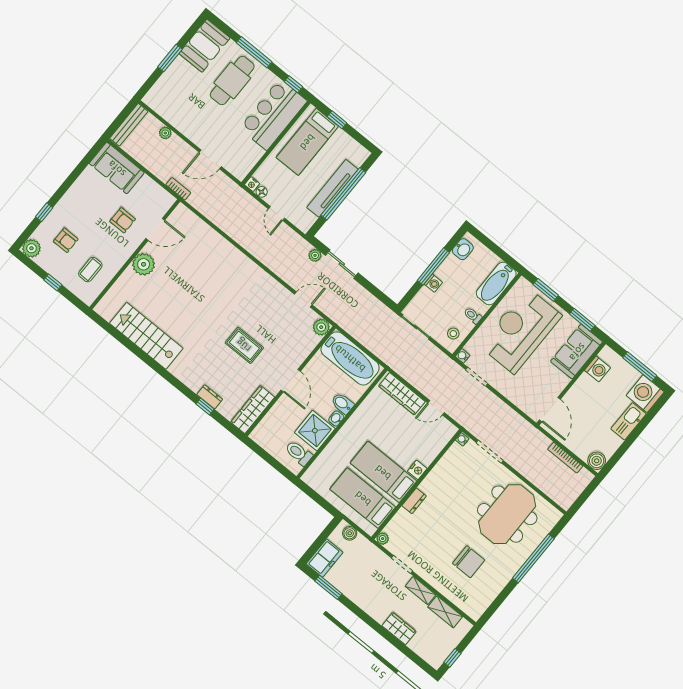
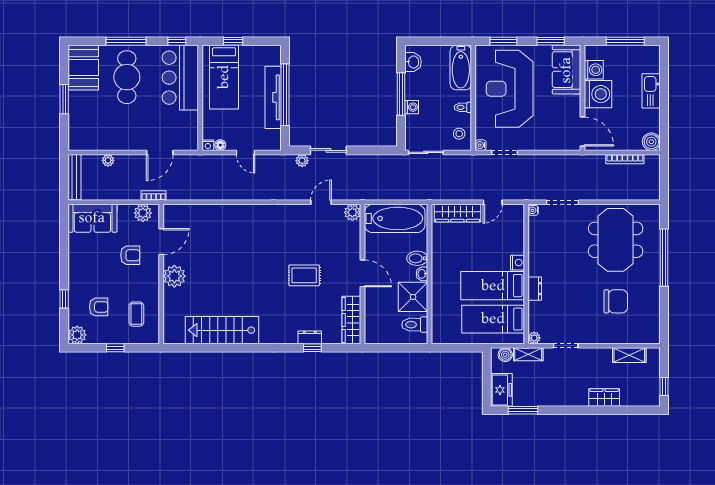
plant: (159, 196) -> (143, 213), added
washing machine: (645, 394) -> (598, 94), moved, turned 180
shelving: (421, 591) -> (528, 354), moved

